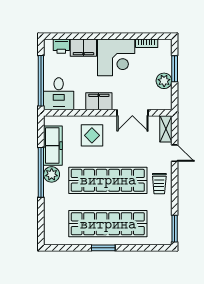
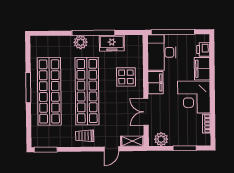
plant: (164, 81) -> (161, 139), moved
desk: (59, 94) -> (162, 52), width x1.37
freezer: (53, 146) -> (112, 43), width x0.71
plant: (52, 174) -> (81, 42), moved
window: (103, 248) -> (28, 88), width x1.44

